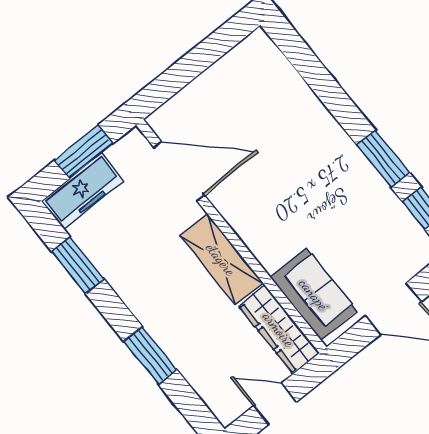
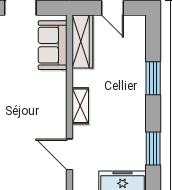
door: (179, 171) -> (69, 154), width x0.73
shelving: (221, 259) -> (80, 106), width x0.67, depth x0.75

